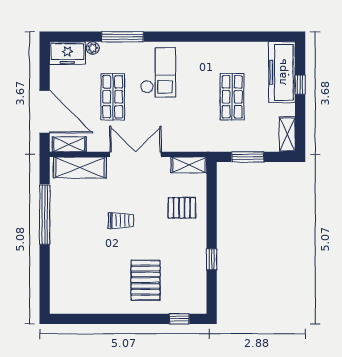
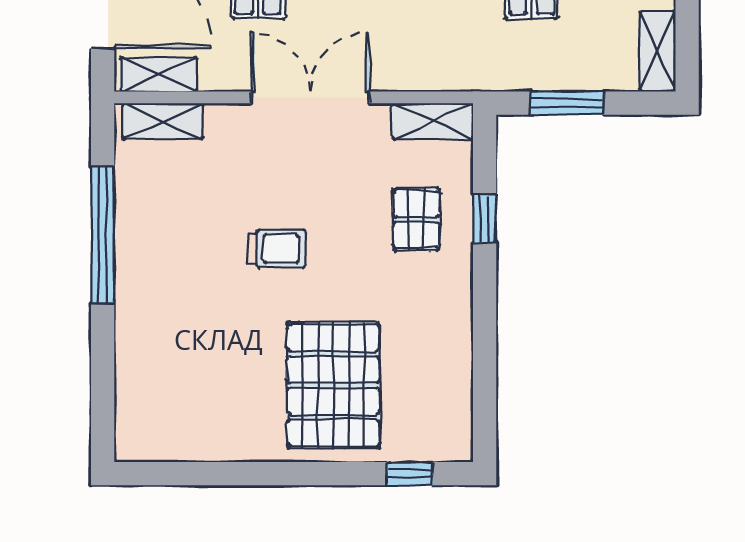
shelving: (80, 167) -> (163, 121), width x0.67, depth x0.75
pallet: (182, 208) -> (416, 220), turned 90
window: (212, 259) -> (485, 219), moved
pallet: (145, 280) -> (333, 385), width x1.37, depth x1.41

